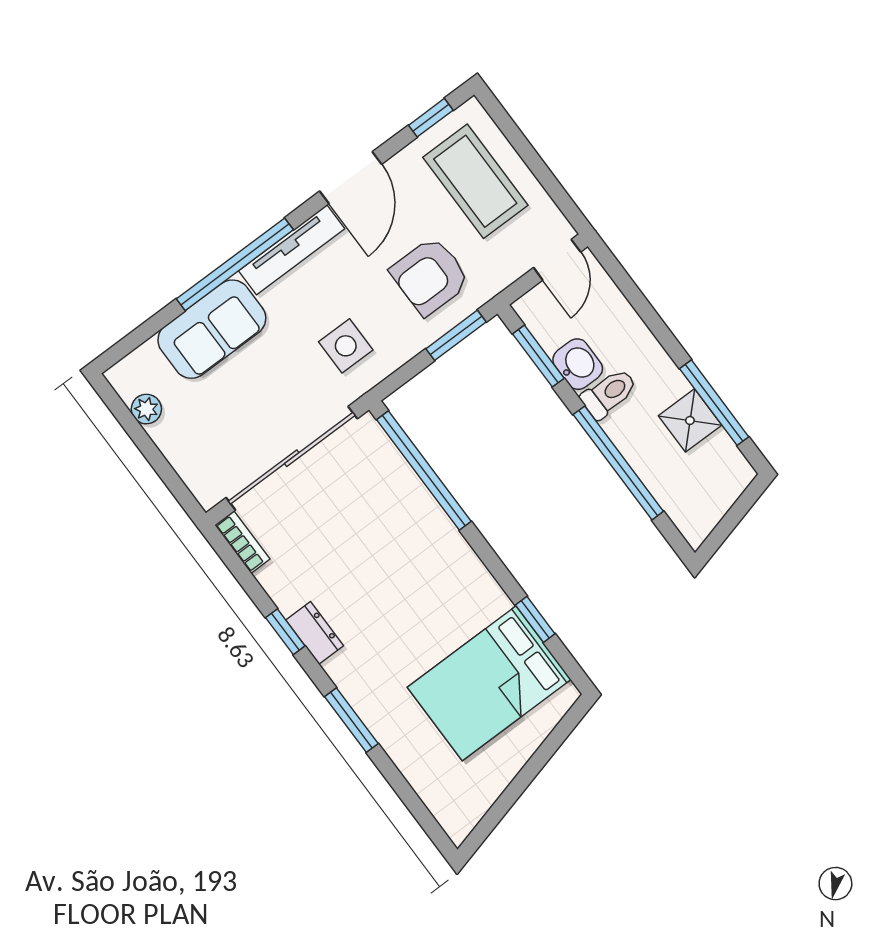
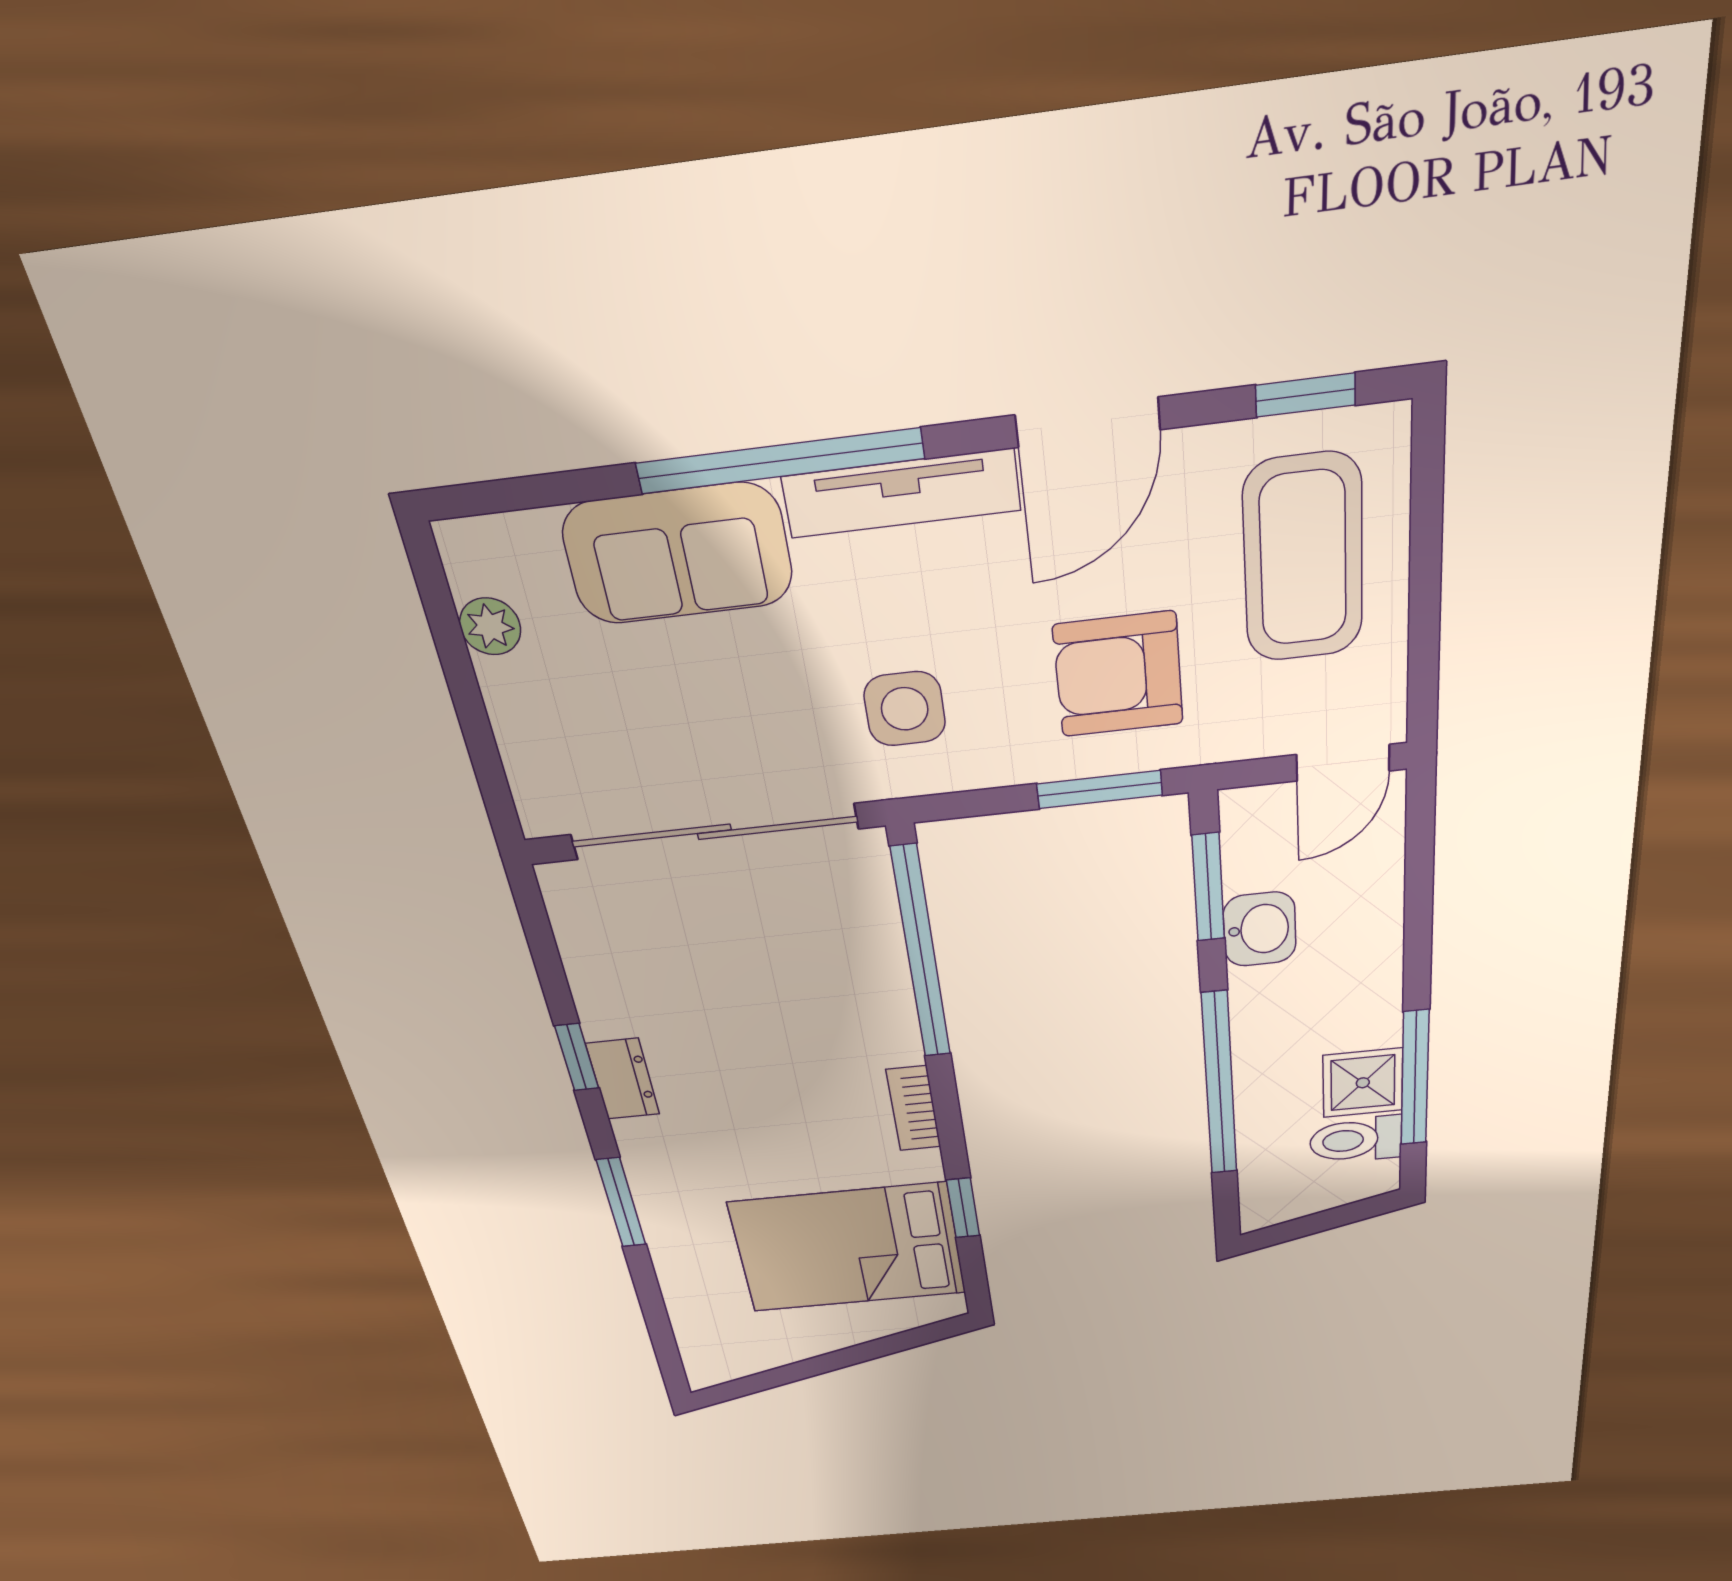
toilet: (609, 393) -> (1356, 1140), moved, turned 180
bookcase: (242, 542) -> (914, 1108), moved, turned 180

